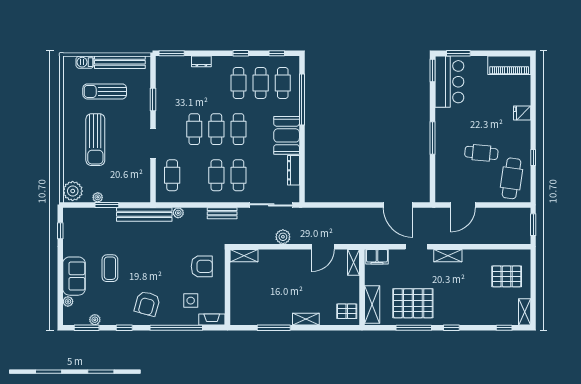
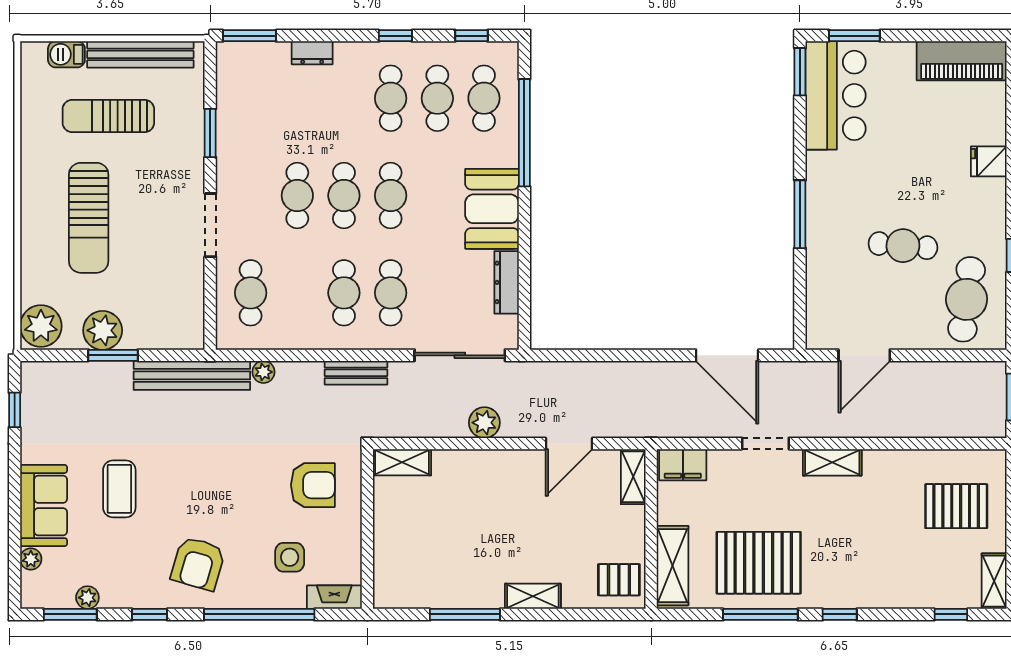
plant: (98, 197) -> (103, 330), width x1.87, depth x1.87

